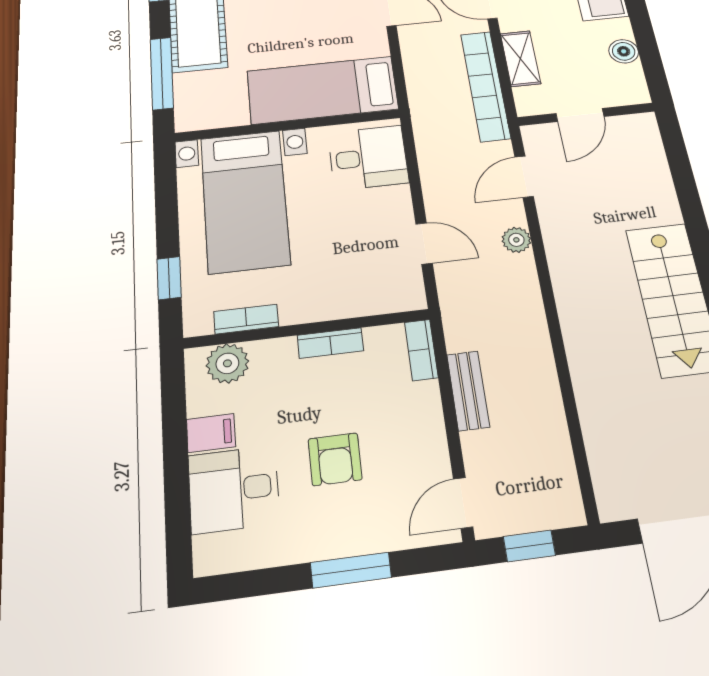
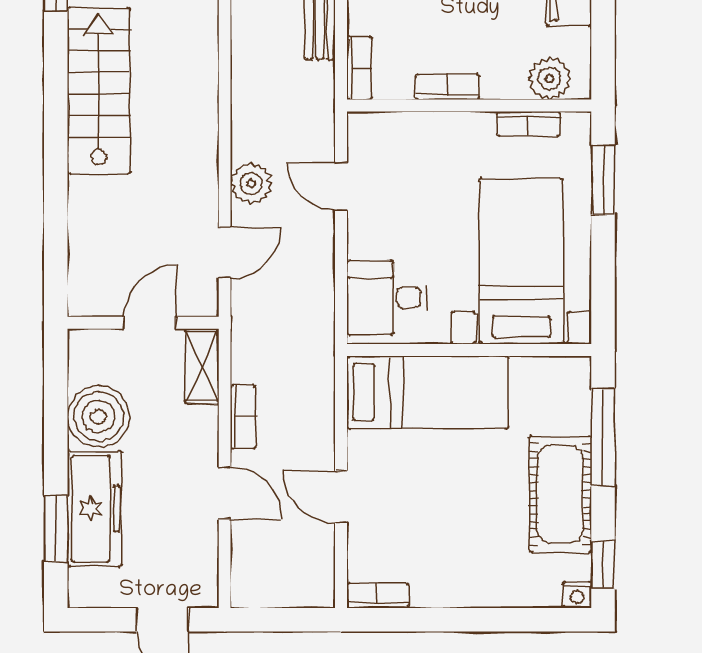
boiler: (624, 51) -> (98, 416), width x1.86, depth x1.86
shelving: (520, 59) -> (202, 366), moved
bookcase: (485, 86) -> (243, 417), width x0.43, depth x0.76
plant: (516, 240) -> (251, 183), width x1.38, depth x1.38
window: (169, 278) -> (603, 180), width x1.50

